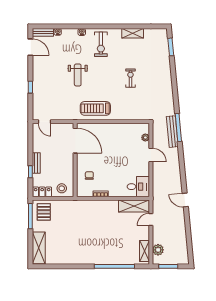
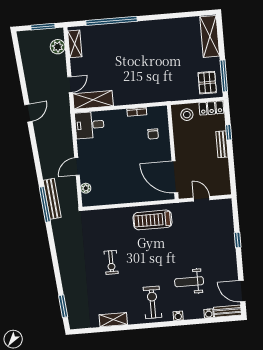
weight bench: (78, 75) -> (189, 282), moved, turned -90
treadmill: (95, 108) -> (153, 220), turned 180
door: (45, 122) -> (202, 199), moved
door: (151, 155) -> (77, 167), hinge flipped
door: (185, 200) -> (28, 113), hinge flipped

